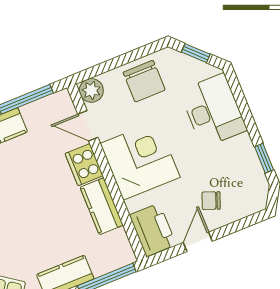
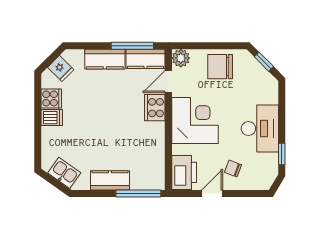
chair: (144, 81) -> (220, 67), turned 90
desk: (213, 110) -> (260, 129), moved
door: (88, 126) -> (168, 82), hinge flipped
kitchen counter: (102, 206) -> (146, 59), moved, turned -90

